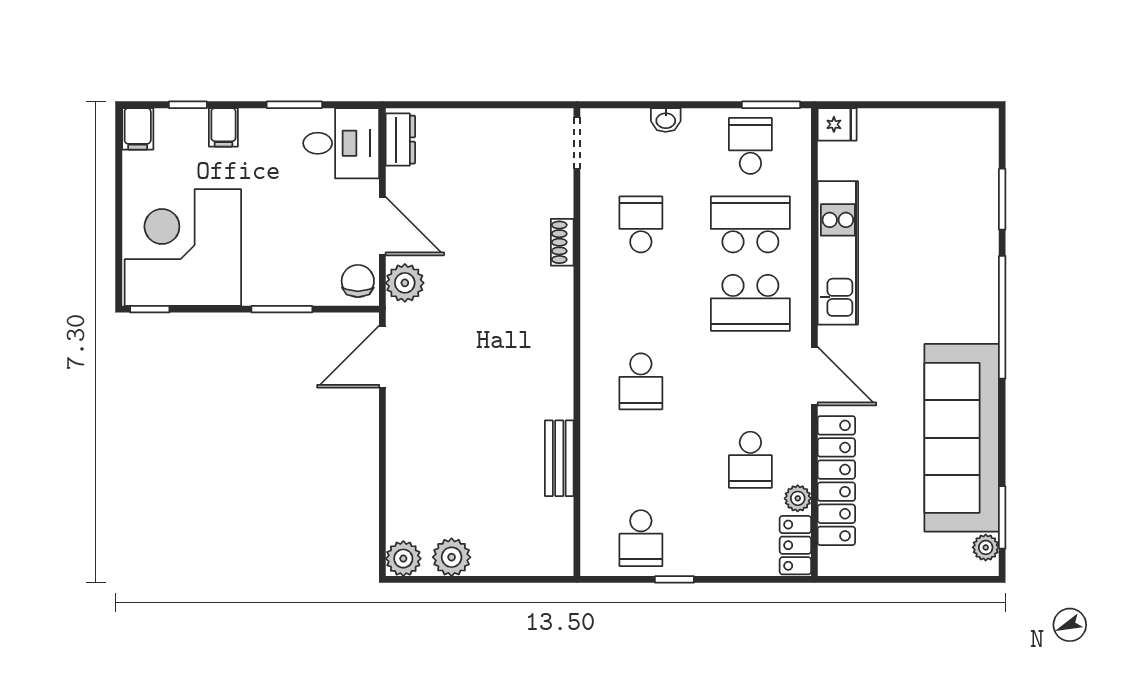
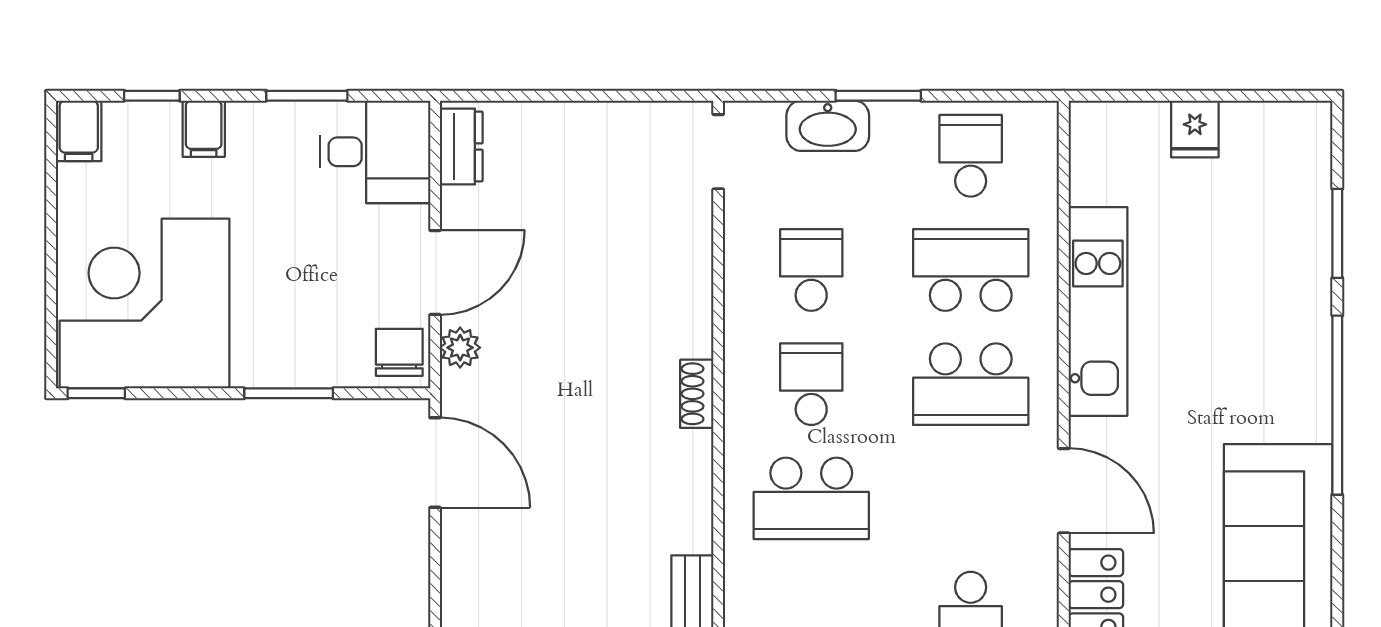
window: (771, 105) -> (878, 96), moved
washbasin: (666, 120) -> (828, 126), width x1.91, depth x1.45
fridge: (837, 124) -> (1195, 129), moved, turned 90
door: (382, 226) -> (435, 273), hinge flipped
shoe rack: (562, 242) -> (697, 394), moved
plant: (405, 283) -> (460, 348), width x0.73, depth x0.73
school desk: (641, 303) -> (811, 384), added
door: (382, 357) -> (435, 463), swing flipped
school desk: (641, 381) -> (811, 498), width x1.85

